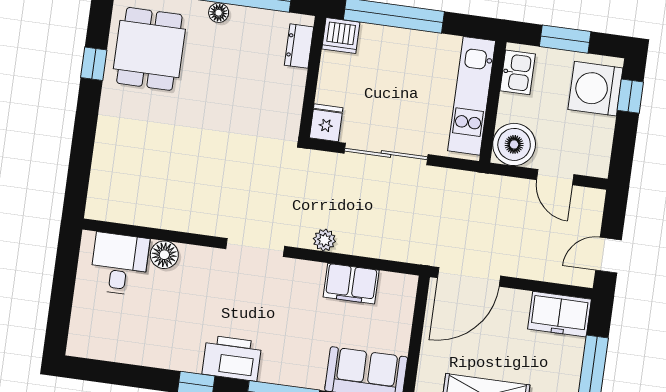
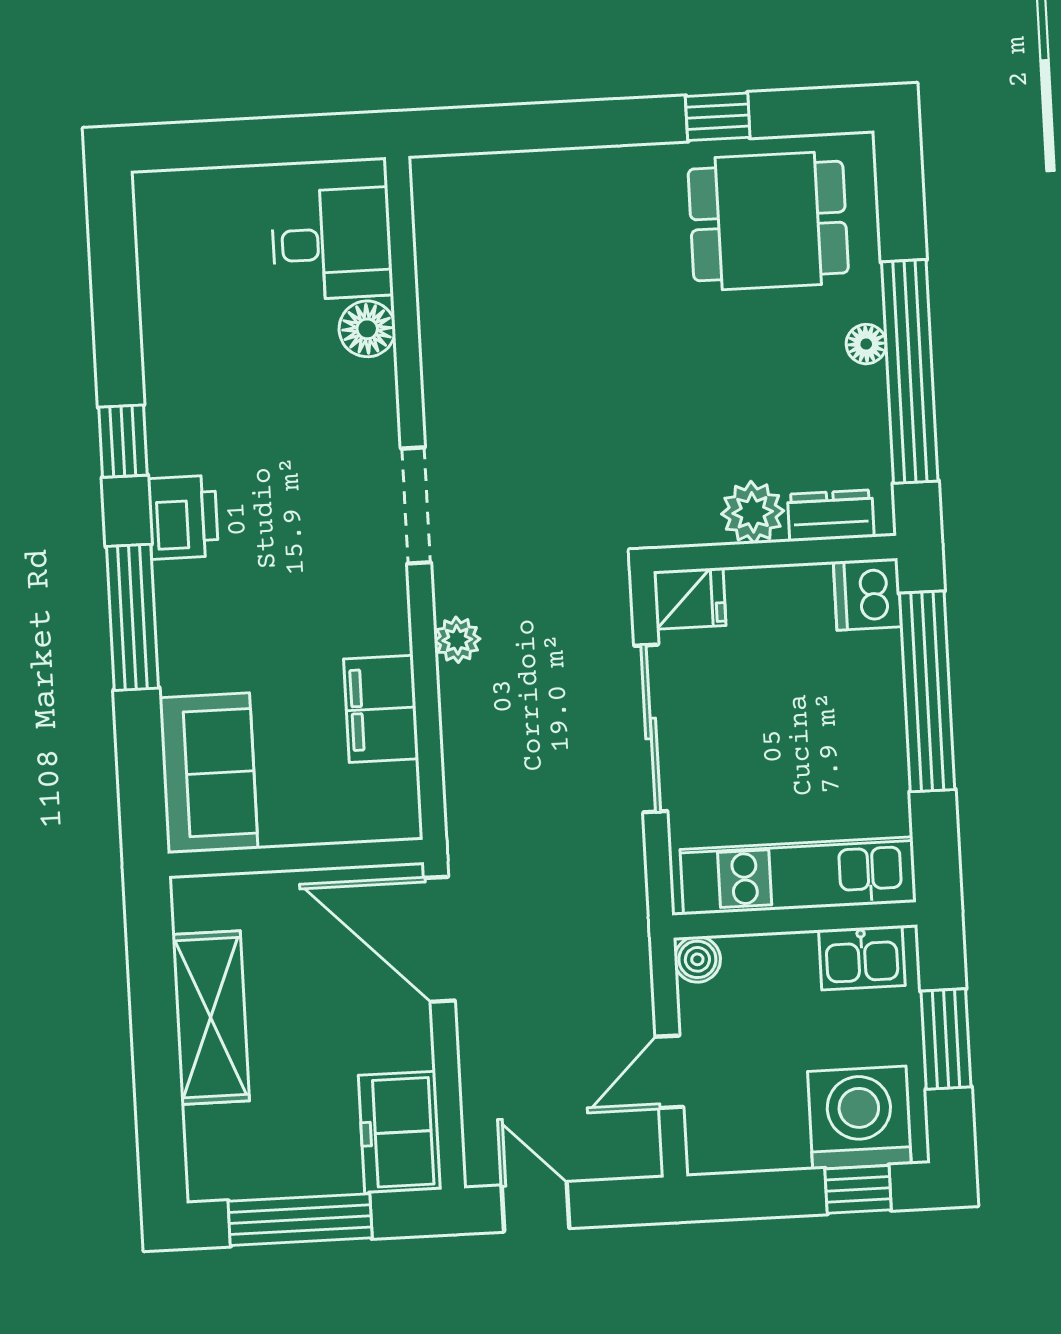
plant: (290, 84) -> (753, 512), added
boiler: (514, 144) -> (697, 959), width x0.54, depth x0.54
printer: (232, 358) -> (183, 517), width x0.73, depth x0.84

